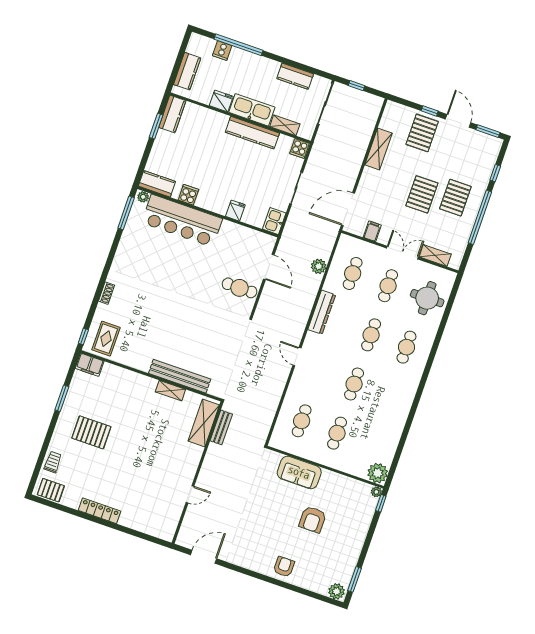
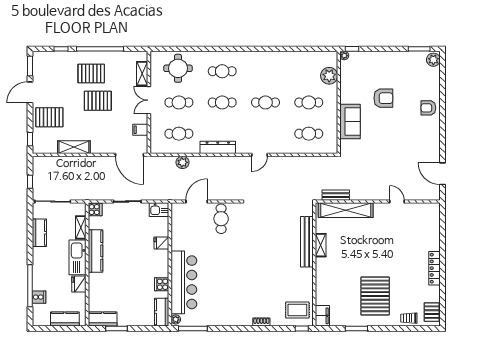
window: (430, 111) -> (30, 139), moved
shelving: (204, 423) -> (346, 210), width x1.47
pallet: (91, 432) -> (375, 296), width x1.37, depth x1.41
plant: (378, 473) -> (329, 76), moved

